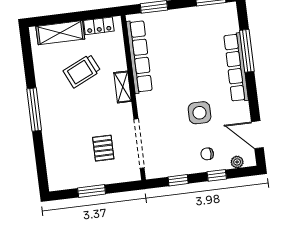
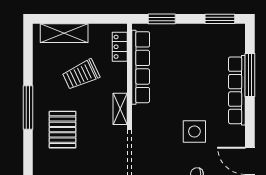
locker: (99, 26) -> (120, 47), moved, turned 90
shelving: (123, 87) -> (120, 109), moved
pallet: (103, 148) -> (63, 130), moved, width x1.50, depth x1.42

